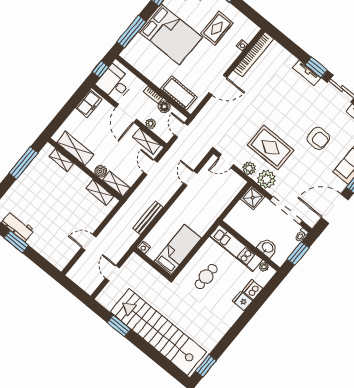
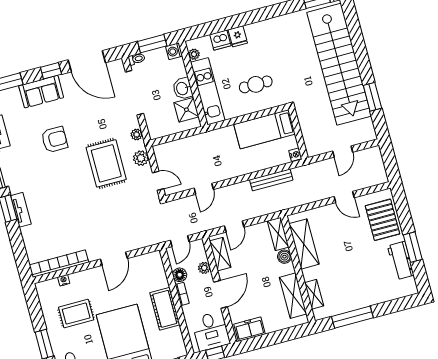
door: (218, 85) -> (114, 259), swing flipped
cot: (179, 93) -> (165, 309), moved
armchair: (318, 138) -> (54, 140), turned 90
plant: (267, 179) -> (137, 135), width x0.53, depth x0.53
shelving: (100, 192) -> (304, 244), width x1.50, depth x1.33
shower: (253, 198) -> (186, 110), moved
pallet: (51, 246) -> (382, 220), added
washbasin: (267, 248) -> (183, 88), moved
washing machine: (279, 259) -> (174, 51), added

